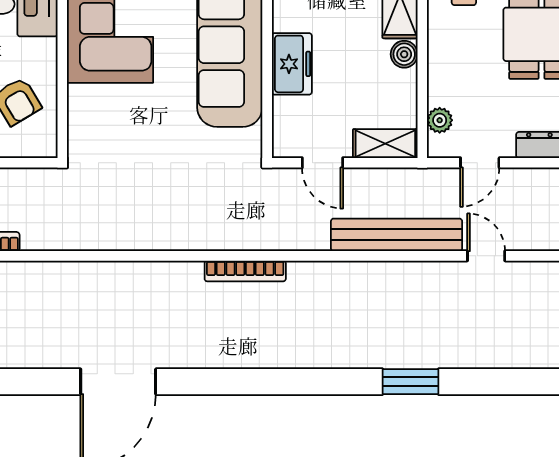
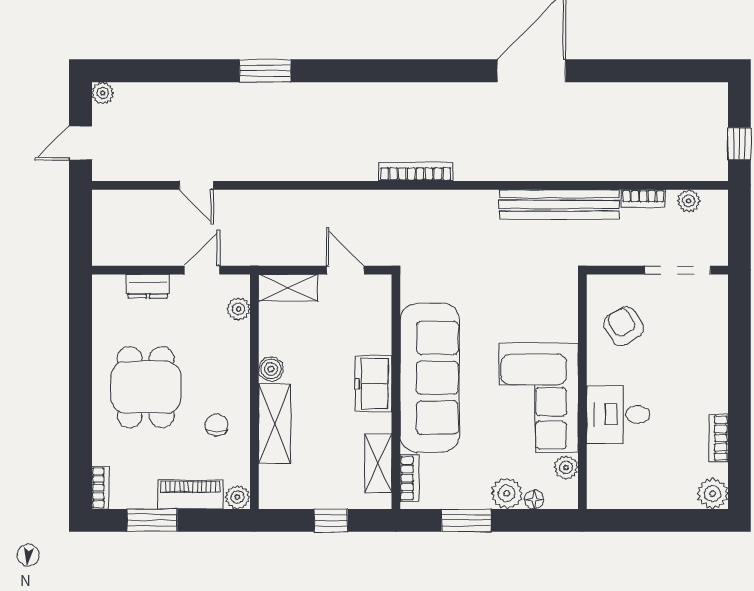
freezer: (292, 64) -> (373, 384), moved
bench: (397, 235) -> (559, 204), moved

